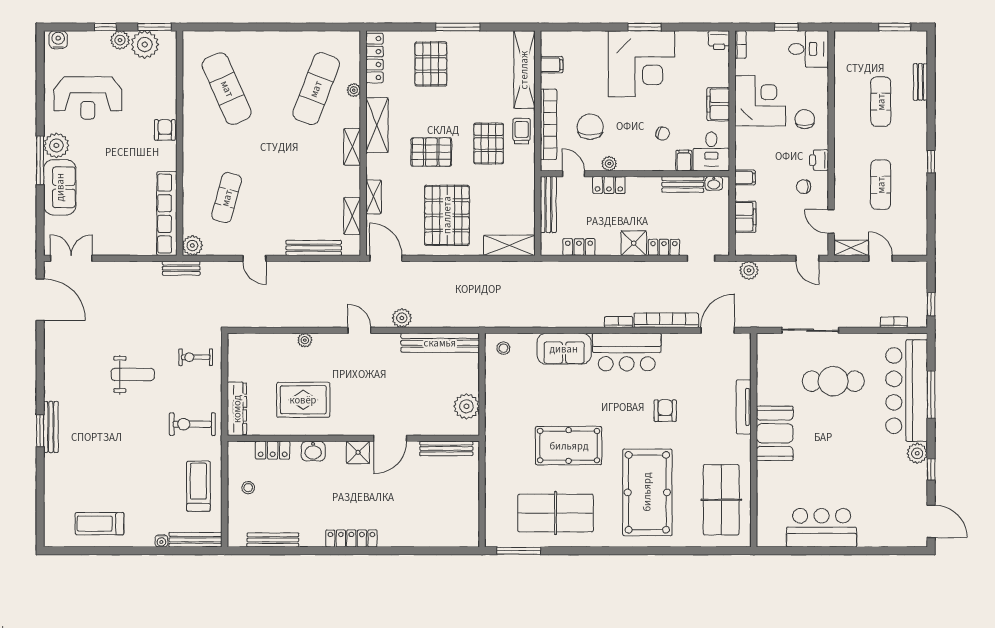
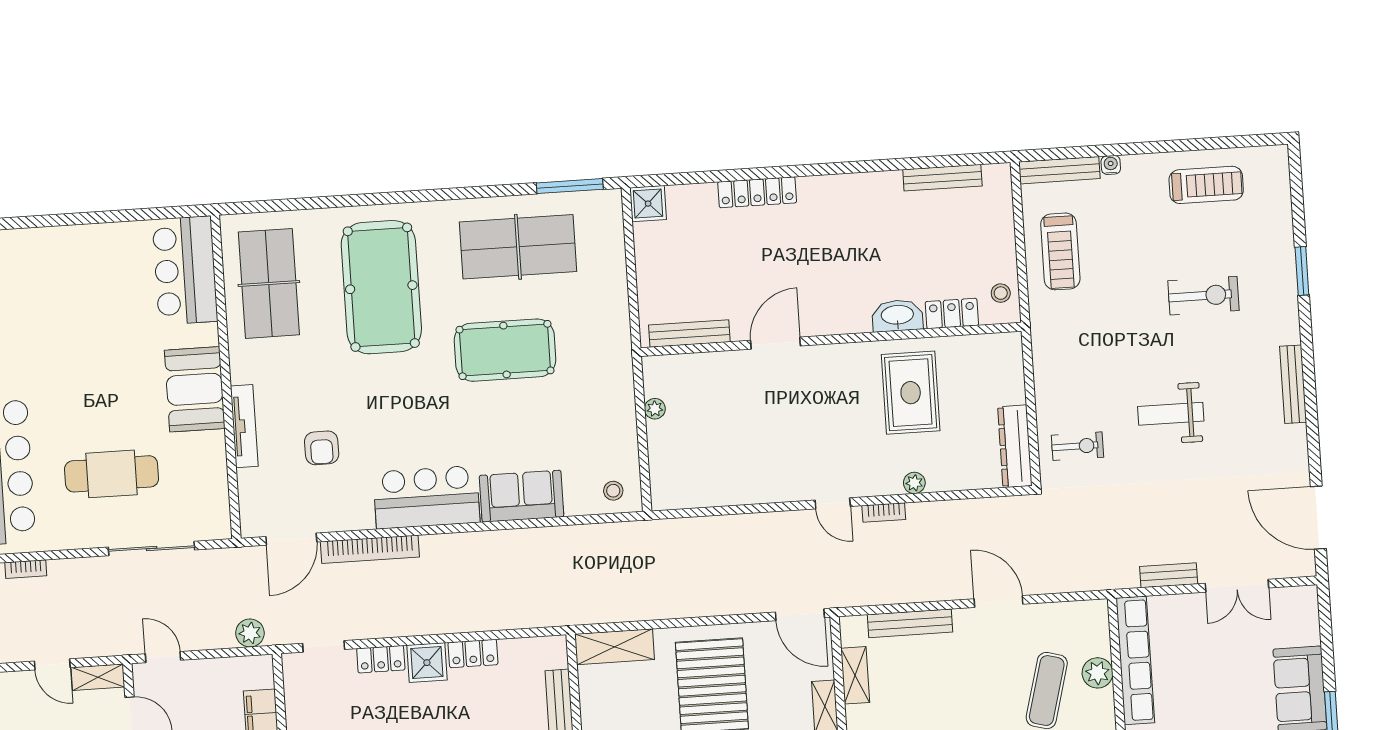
plant: (192, 246) -> (1097, 673), moved
locker: (579, 247) -> (473, 653), moved
double door: (71, 258) -> (1237, 586), moved
door: (254, 258) -> (999, 602), width x1.38
bench: (181, 268) -> (1169, 575), moved
plant: (402, 318) -> (770, 526), removed
bookcase: (619, 322) -> (884, 513), moved
bench: (440, 343) -> (709, 493), removed
rug: (303, 400) -> (911, 393), turned 90
plant: (466, 406) -> (655, 409), width x0.53, depth x0.53
dresser: (237, 409) -> (1015, 446), moved
armchair: (665, 411) -> (322, 448), moved
exercise bike: (192, 424) -> (1203, 296), moved
bench: (51, 427) -> (1293, 384), moved
window: (40, 431) -> (1302, 271), moved
washbasin: (313, 451) -> (897, 316), width x1.38
shower: (358, 452) -> (648, 204), moved
stool: (248, 488) -> (1001, 293), moved
bar counter: (822, 528) -> (185, 270), moved, turned 90
locker: (351, 538) -> (757, 192), moved

